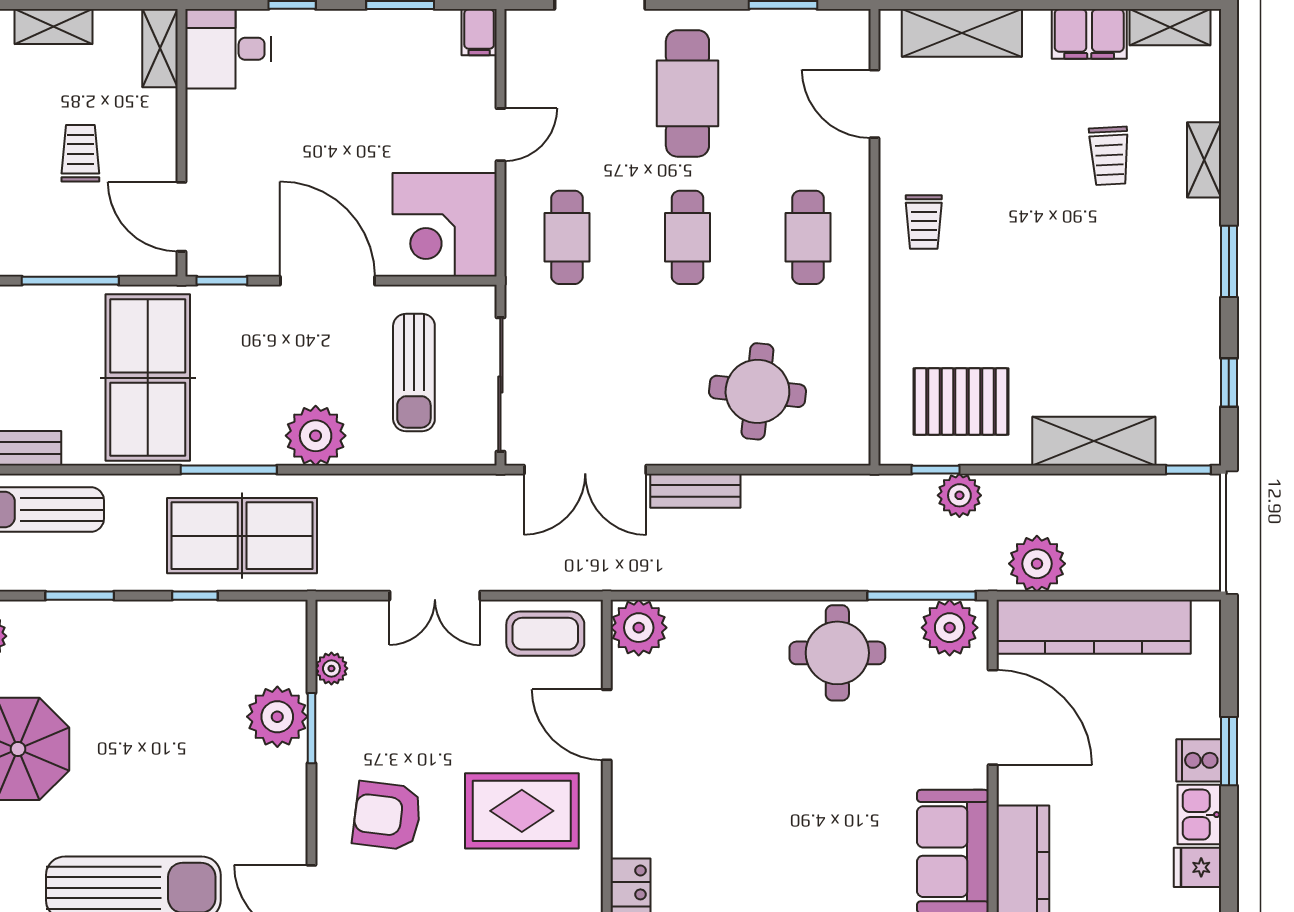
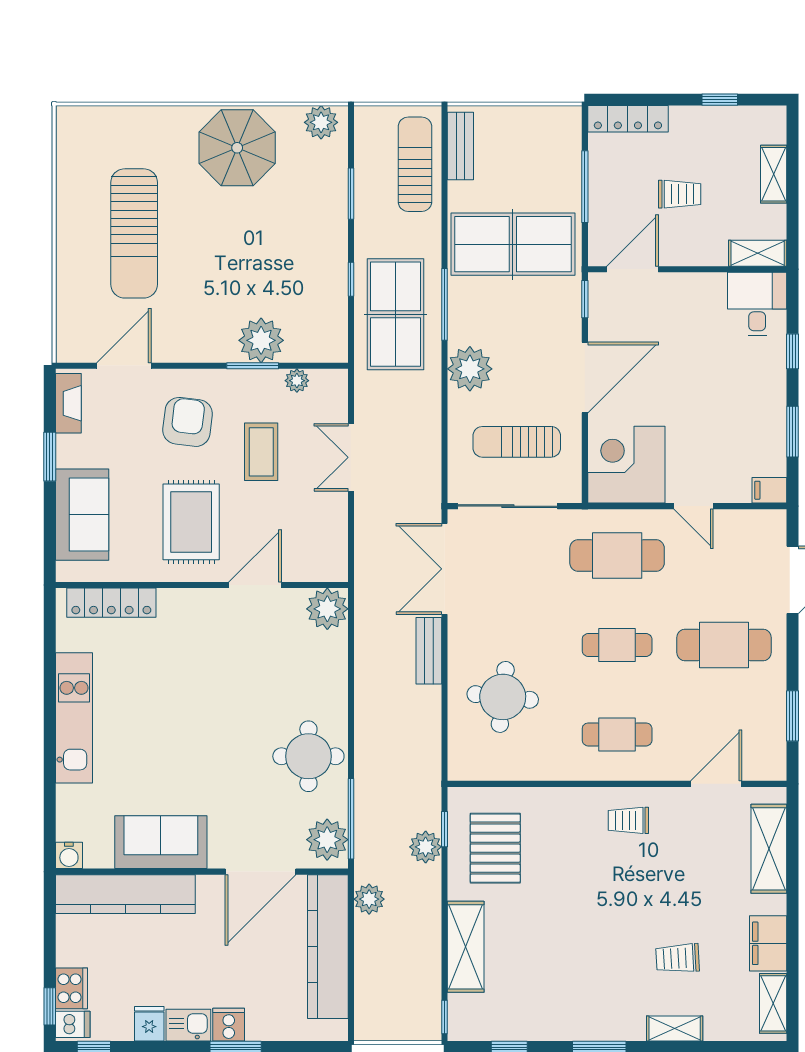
cafe table: (567, 237) -> (617, 556), width x1.37, depth x1.35
plant: (1037, 564) -> (369, 899), width x0.73, depth x0.73
coffee table: (545, 634) -> (261, 452), moved

